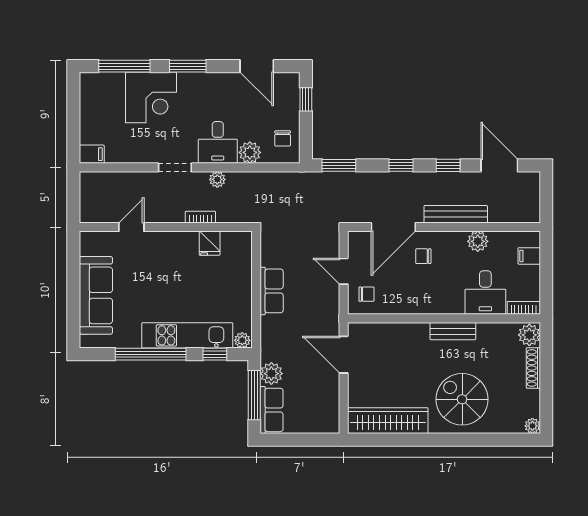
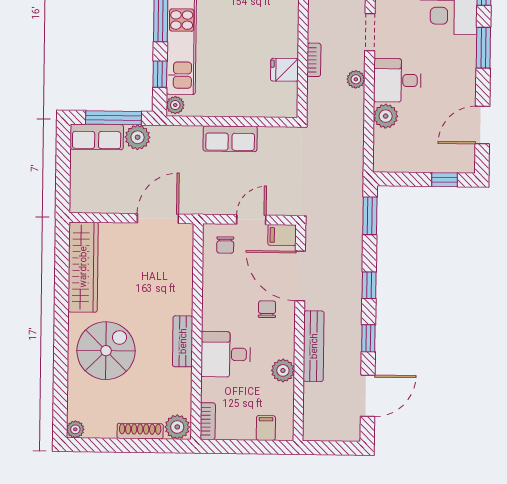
chair: (283, 138) -> (401, 153), removed
filing cabinet: (357, 244) -> (282, 235), added
desk: (485, 293) -> (226, 354), moved

